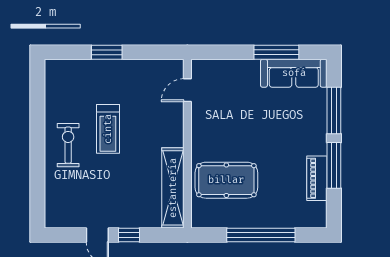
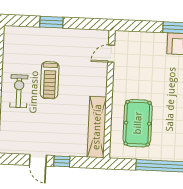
pool table: (226, 180) -> (138, 123), turned 90

